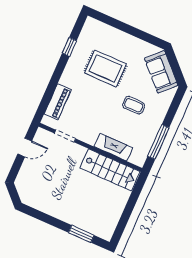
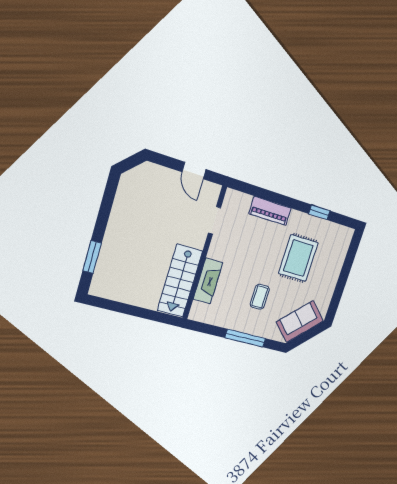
piano: (58, 102) -> (270, 211), moved
window: (158, 142) -> (245, 338), moved

